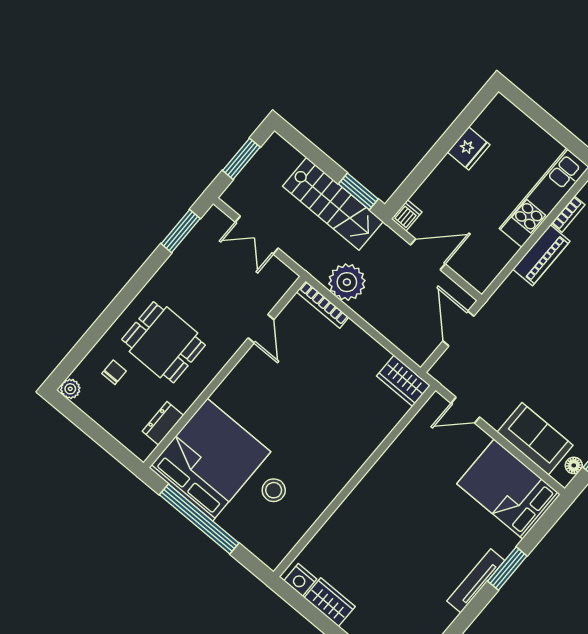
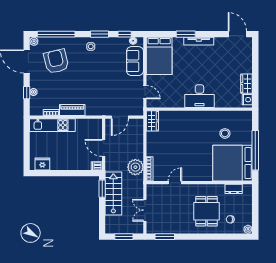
fridge: (469, 148) -> (42, 164), moved
double door: (257, 235) -> (145, 210), swing flipped
desk: (377, 500) -> (199, 96), added

